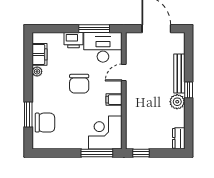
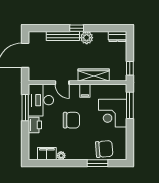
wardrobe: (133, 110) -> (94, 75), added
chair: (45, 123) -> (104, 149), turned 85
corner desk: (105, 133) -> (113, 113), moved

